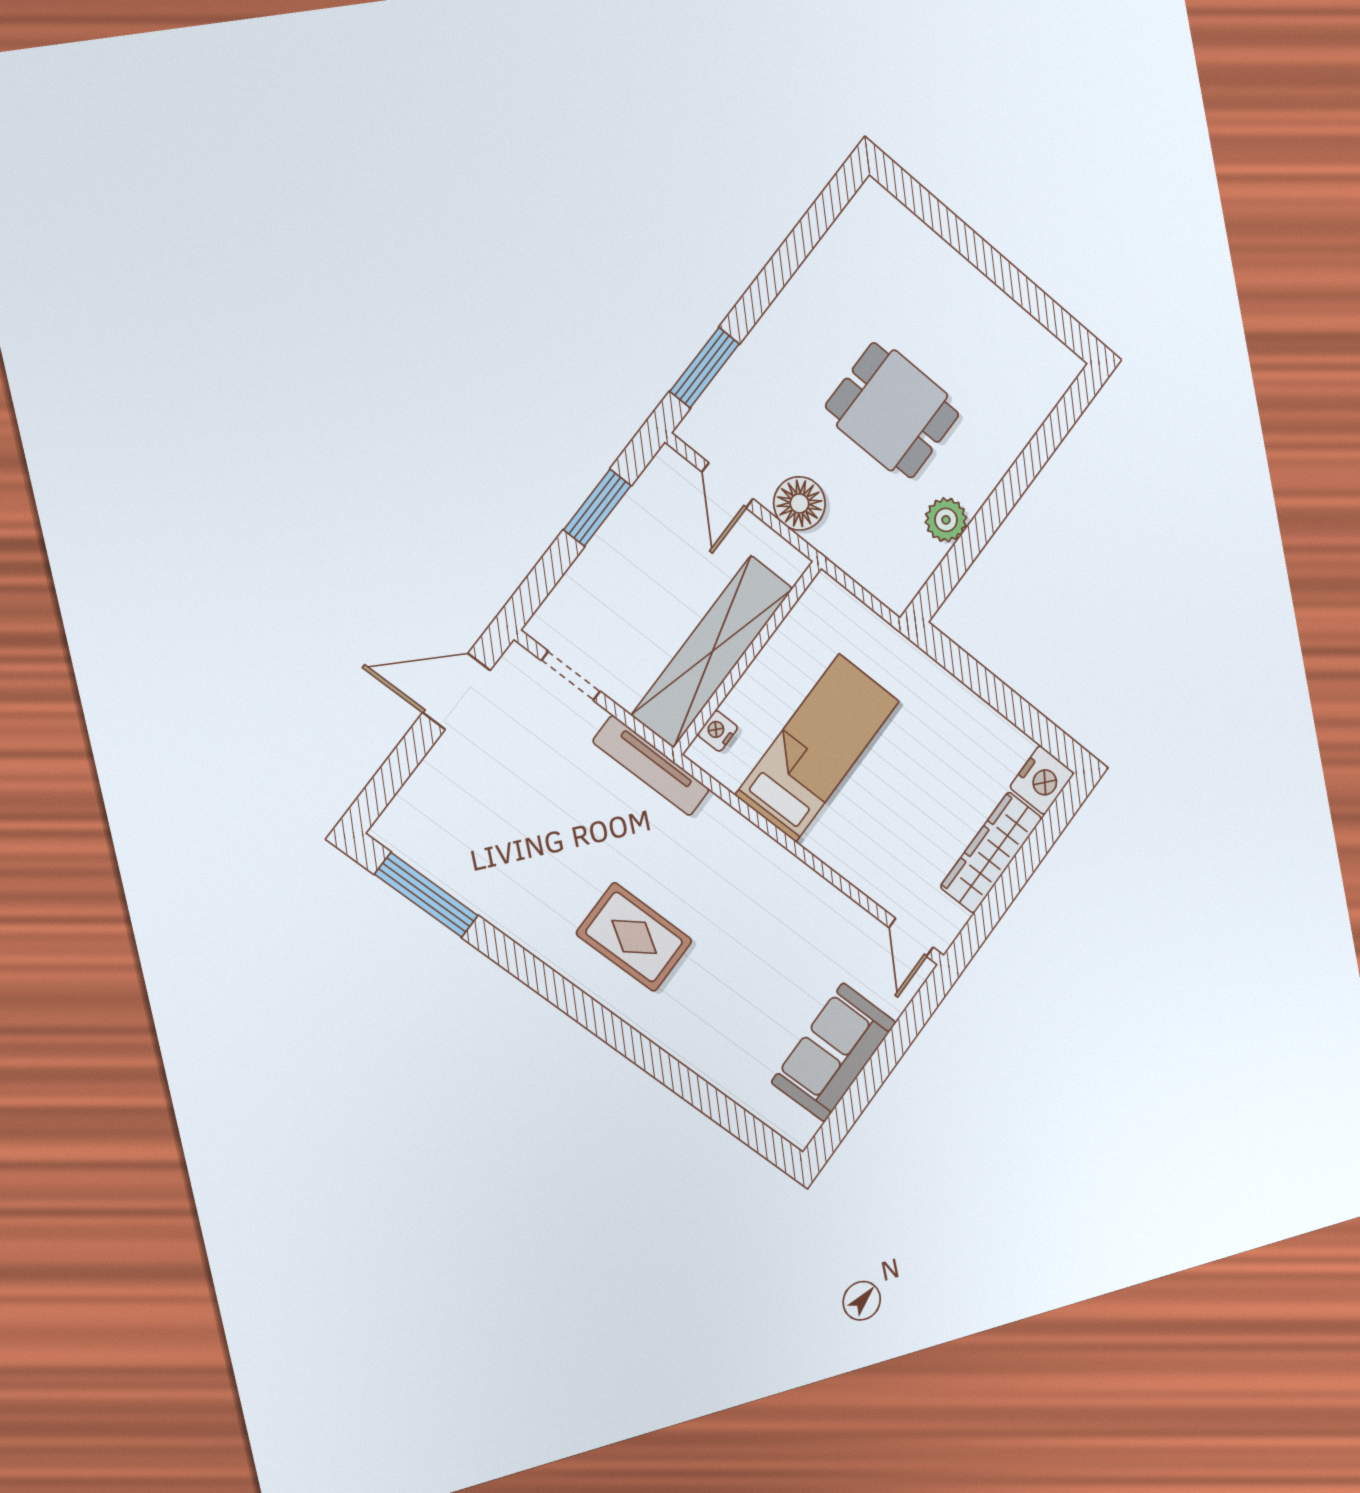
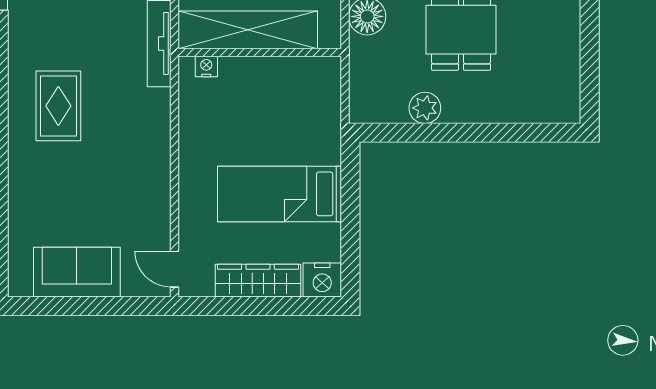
bed: (818, 748) -> (279, 194), moved, turned 180
door: (911, 937) -> (174, 269), hinge flipped

